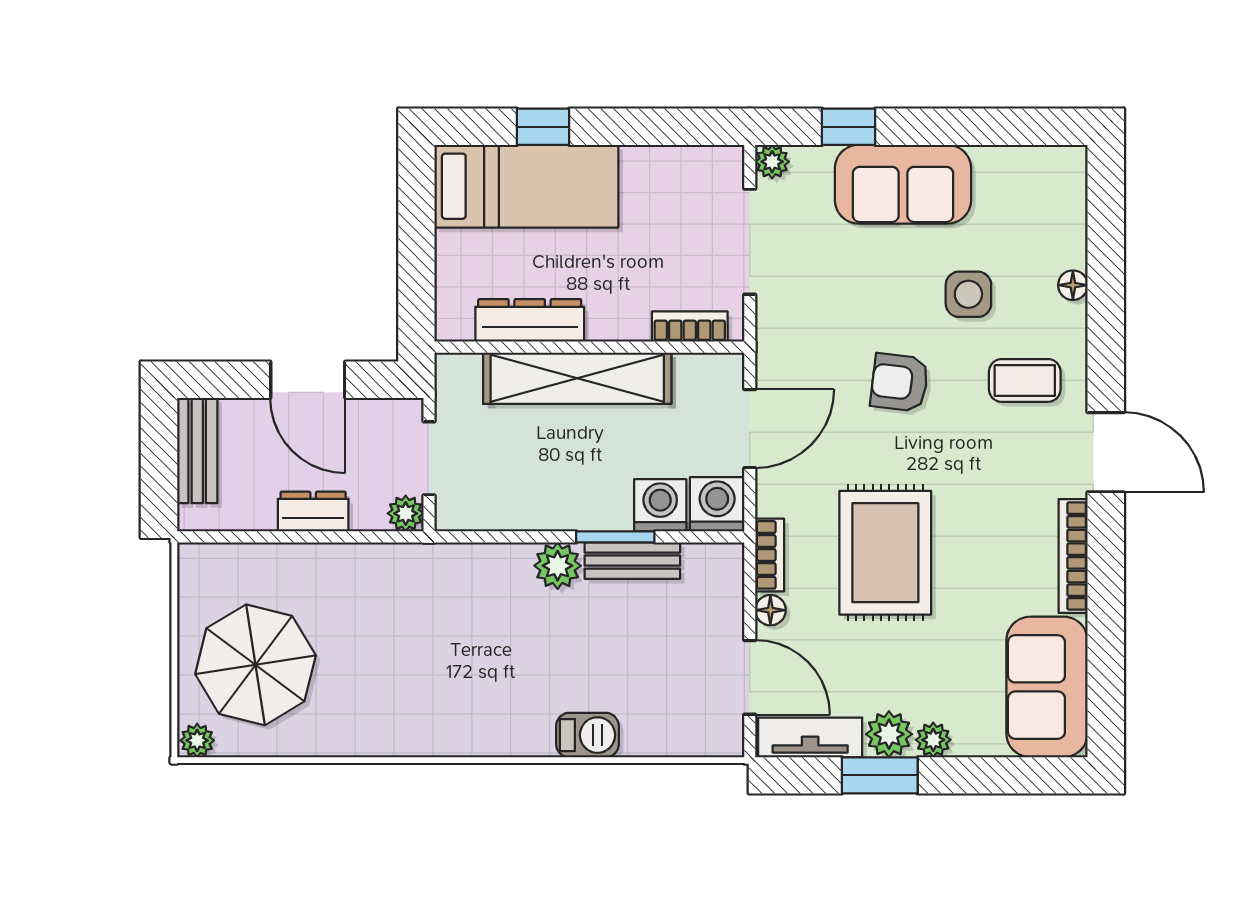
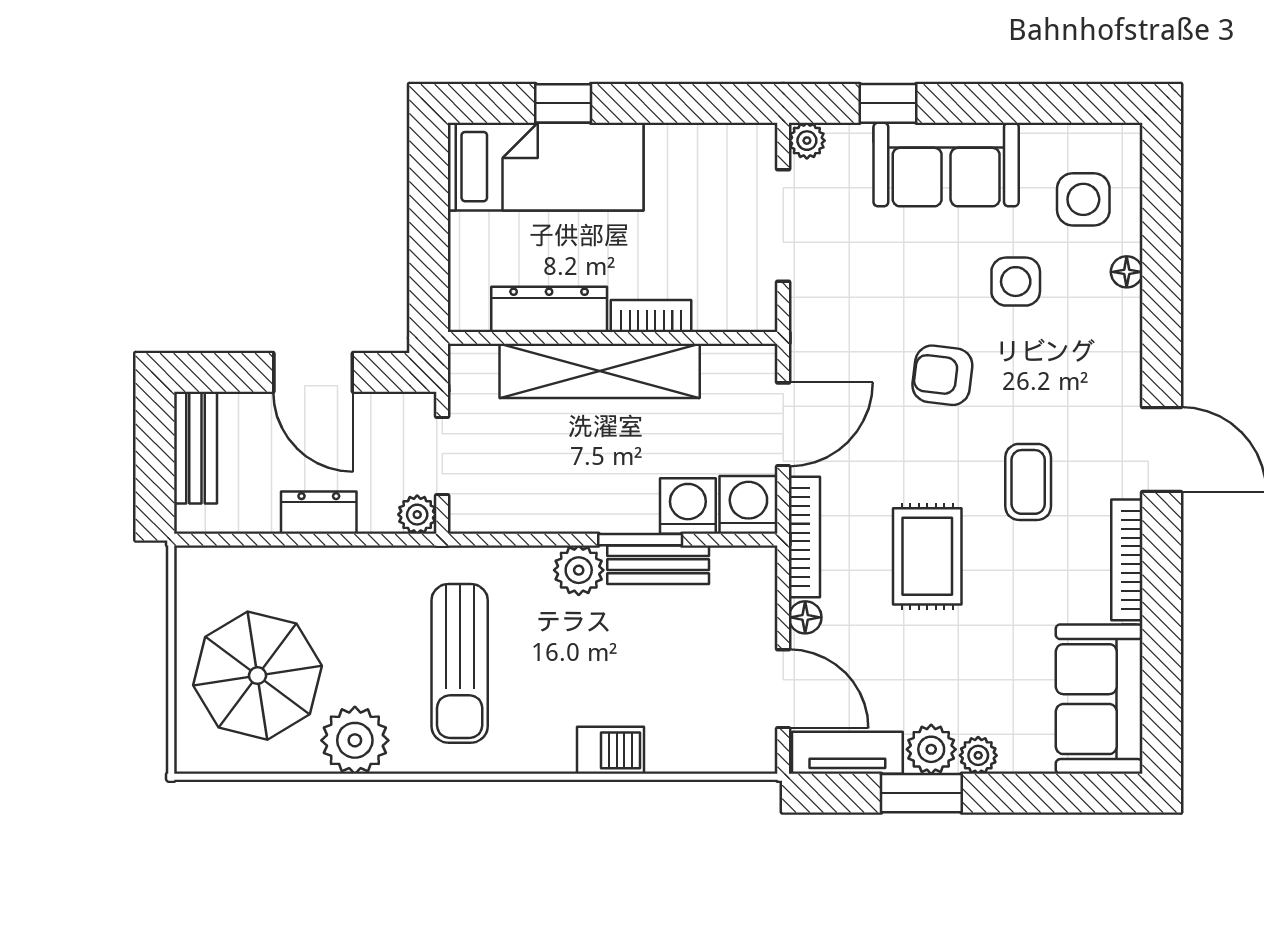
side table: (1032, 217) -> (1083, 199), added
bookcase: (690, 327) -> (651, 316), moved
coffee table: (1025, 380) -> (1028, 482), moved, turned 90
rug: (885, 553) -> (927, 556), width x0.73, depth x0.70
bookcase: (770, 555) -> (804, 537), width x1.56
sun lounger: (446, 653) -> (460, 663), added
plant: (197, 740) -> (355, 740), moved, width x1.88, depth x1.88

